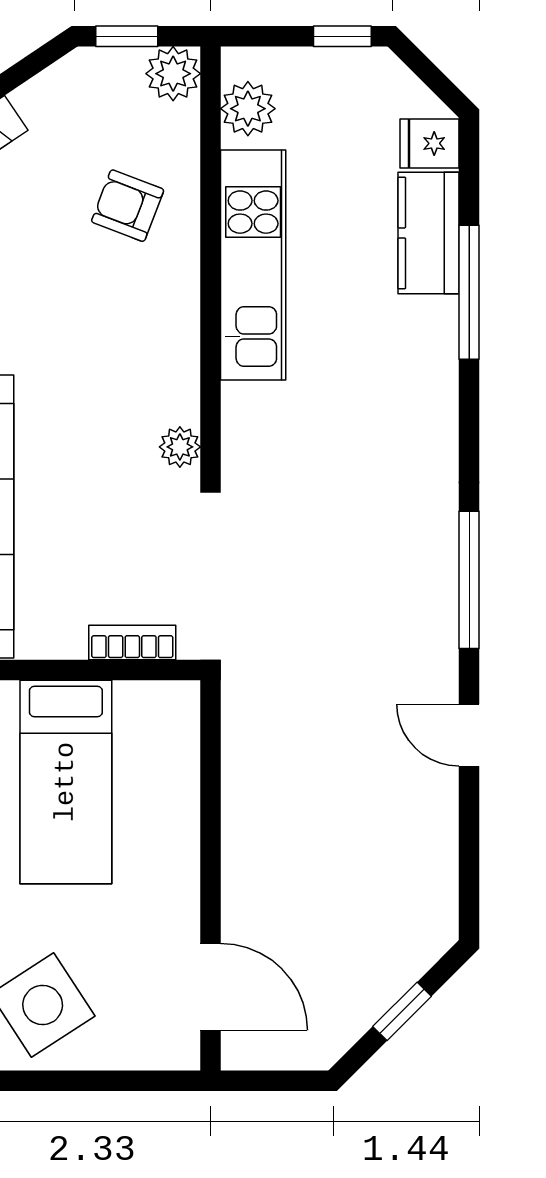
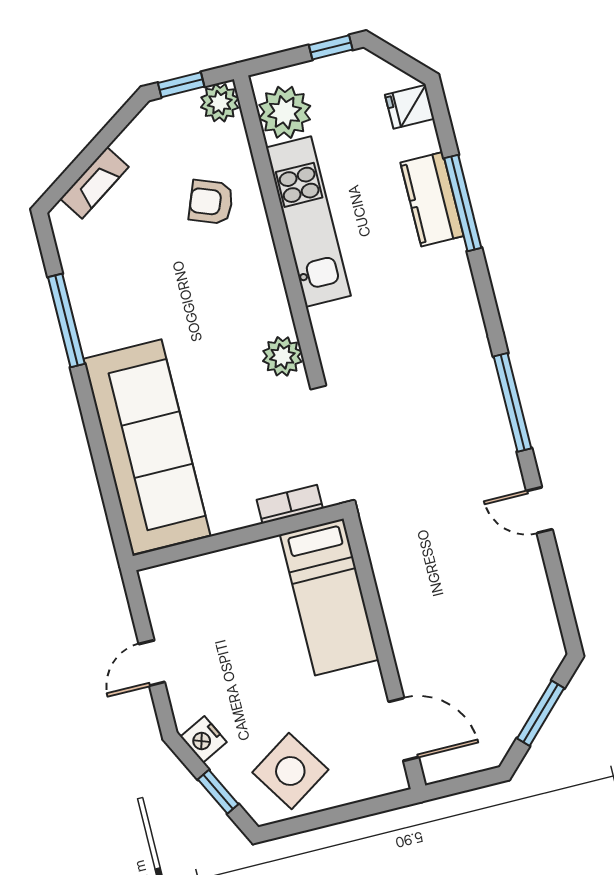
plant: (248, 109) -> (285, 112), width x1.36, depth x1.36
kitchen counter: (429, 233) -> (432, 199), moved
plant: (180, 447) -> (282, 356), width x1.38, depth x1.38
bed: (66, 782) -> (329, 597), moved
window: (402, 1011) -> (541, 713), width x1.50

